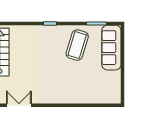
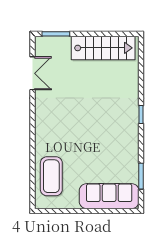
coffee table: (77, 45) -> (51, 176), moved, turned 73

